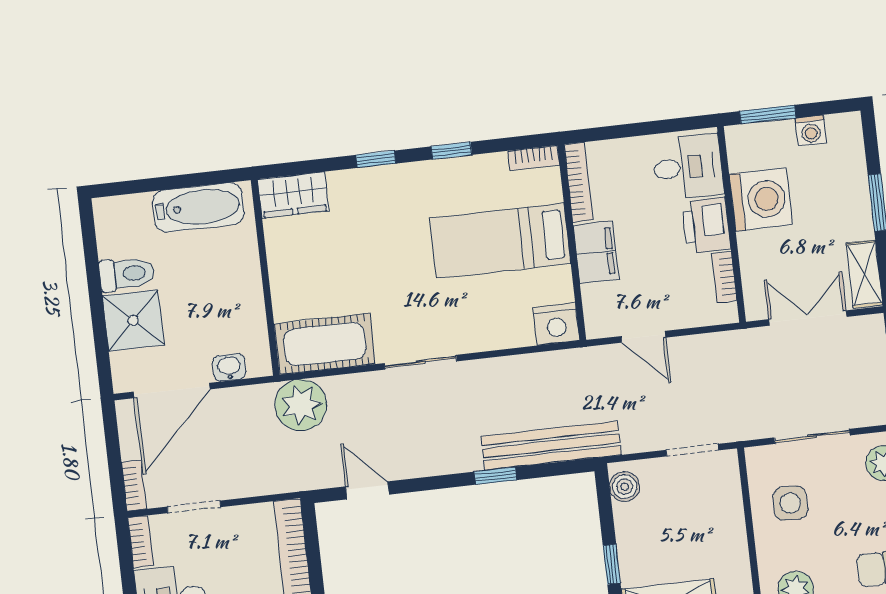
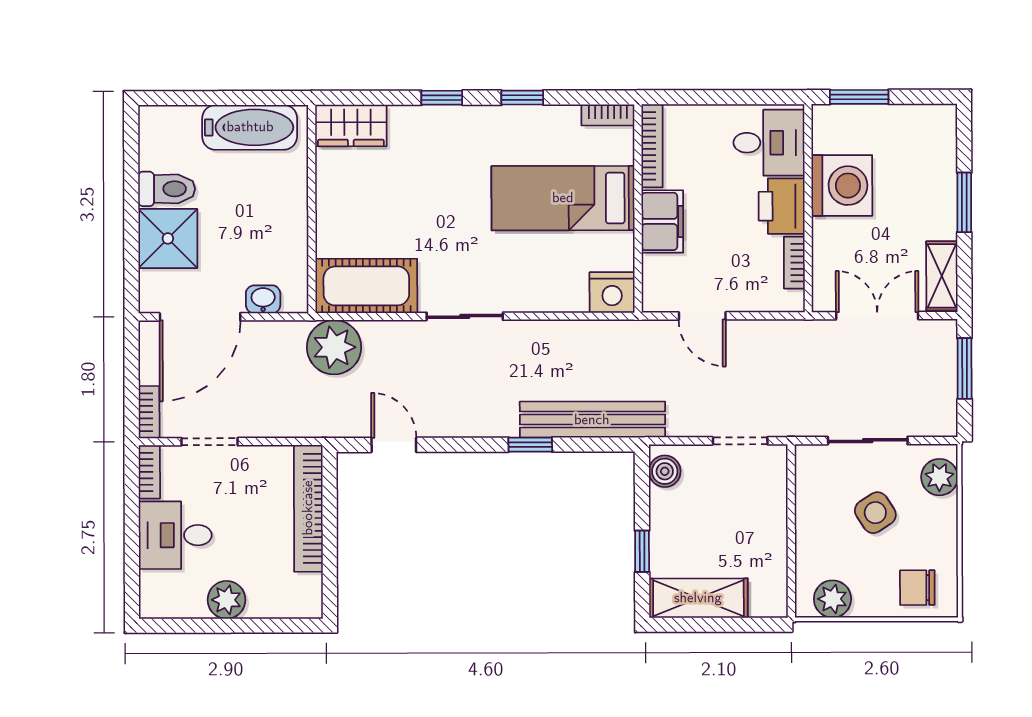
washing machine: (811, 130) -> (902, 119), removed
side table: (790, 503) -> (875, 513), moved, turned -33

